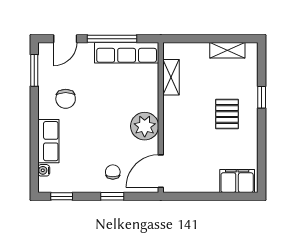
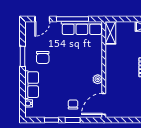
window: (34, 70) -> (23, 56), moved
shelving: (171, 77) -> (110, 33), moved
plant: (145, 126) -> (98, 79), width x0.53, depth x0.53
window: (62, 196) -> (51, 120), moved

